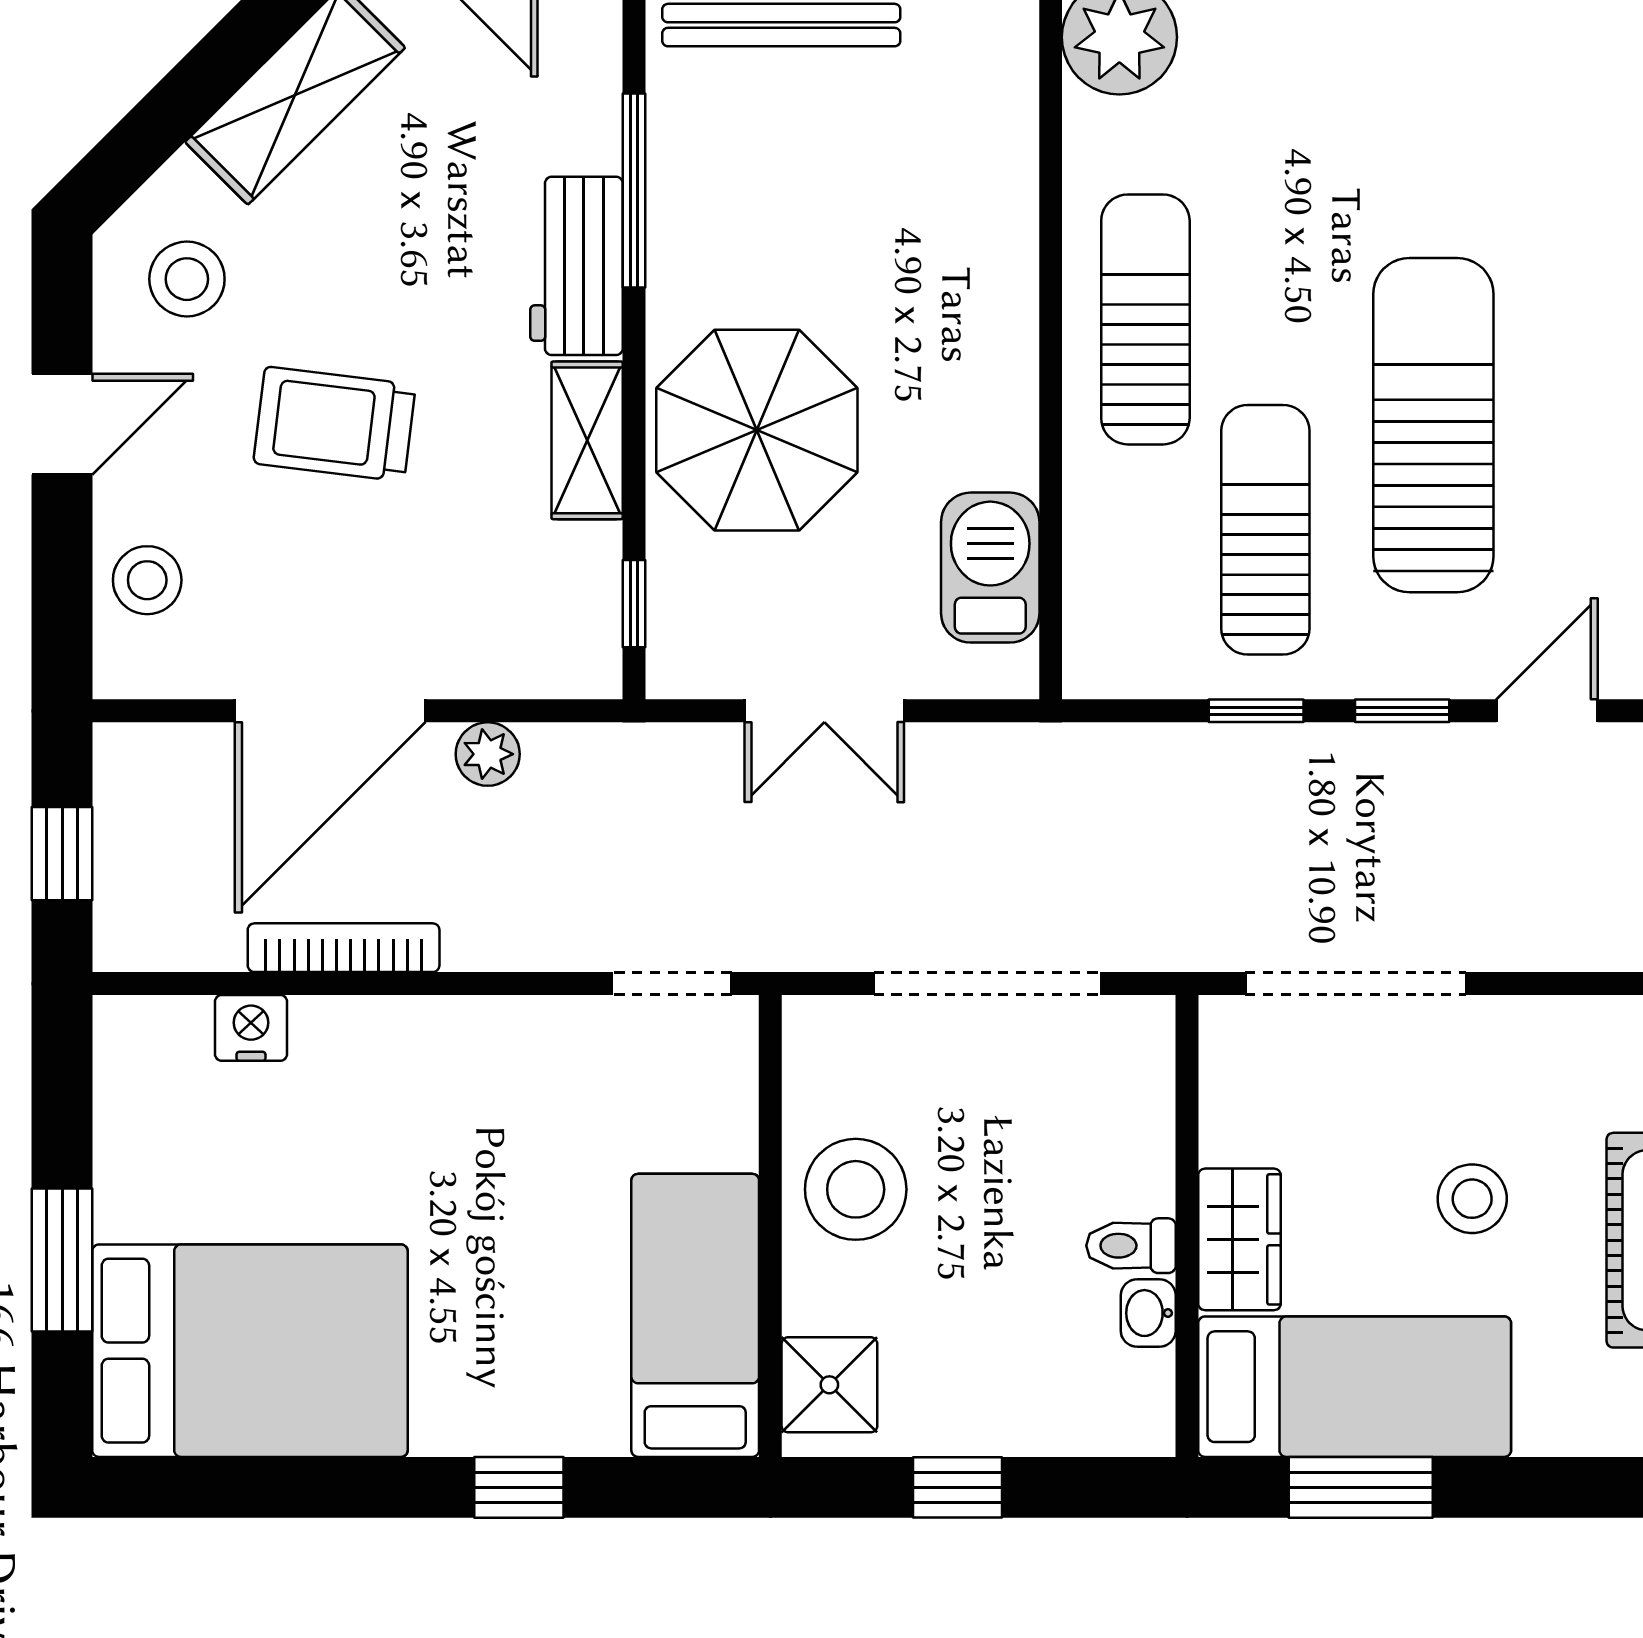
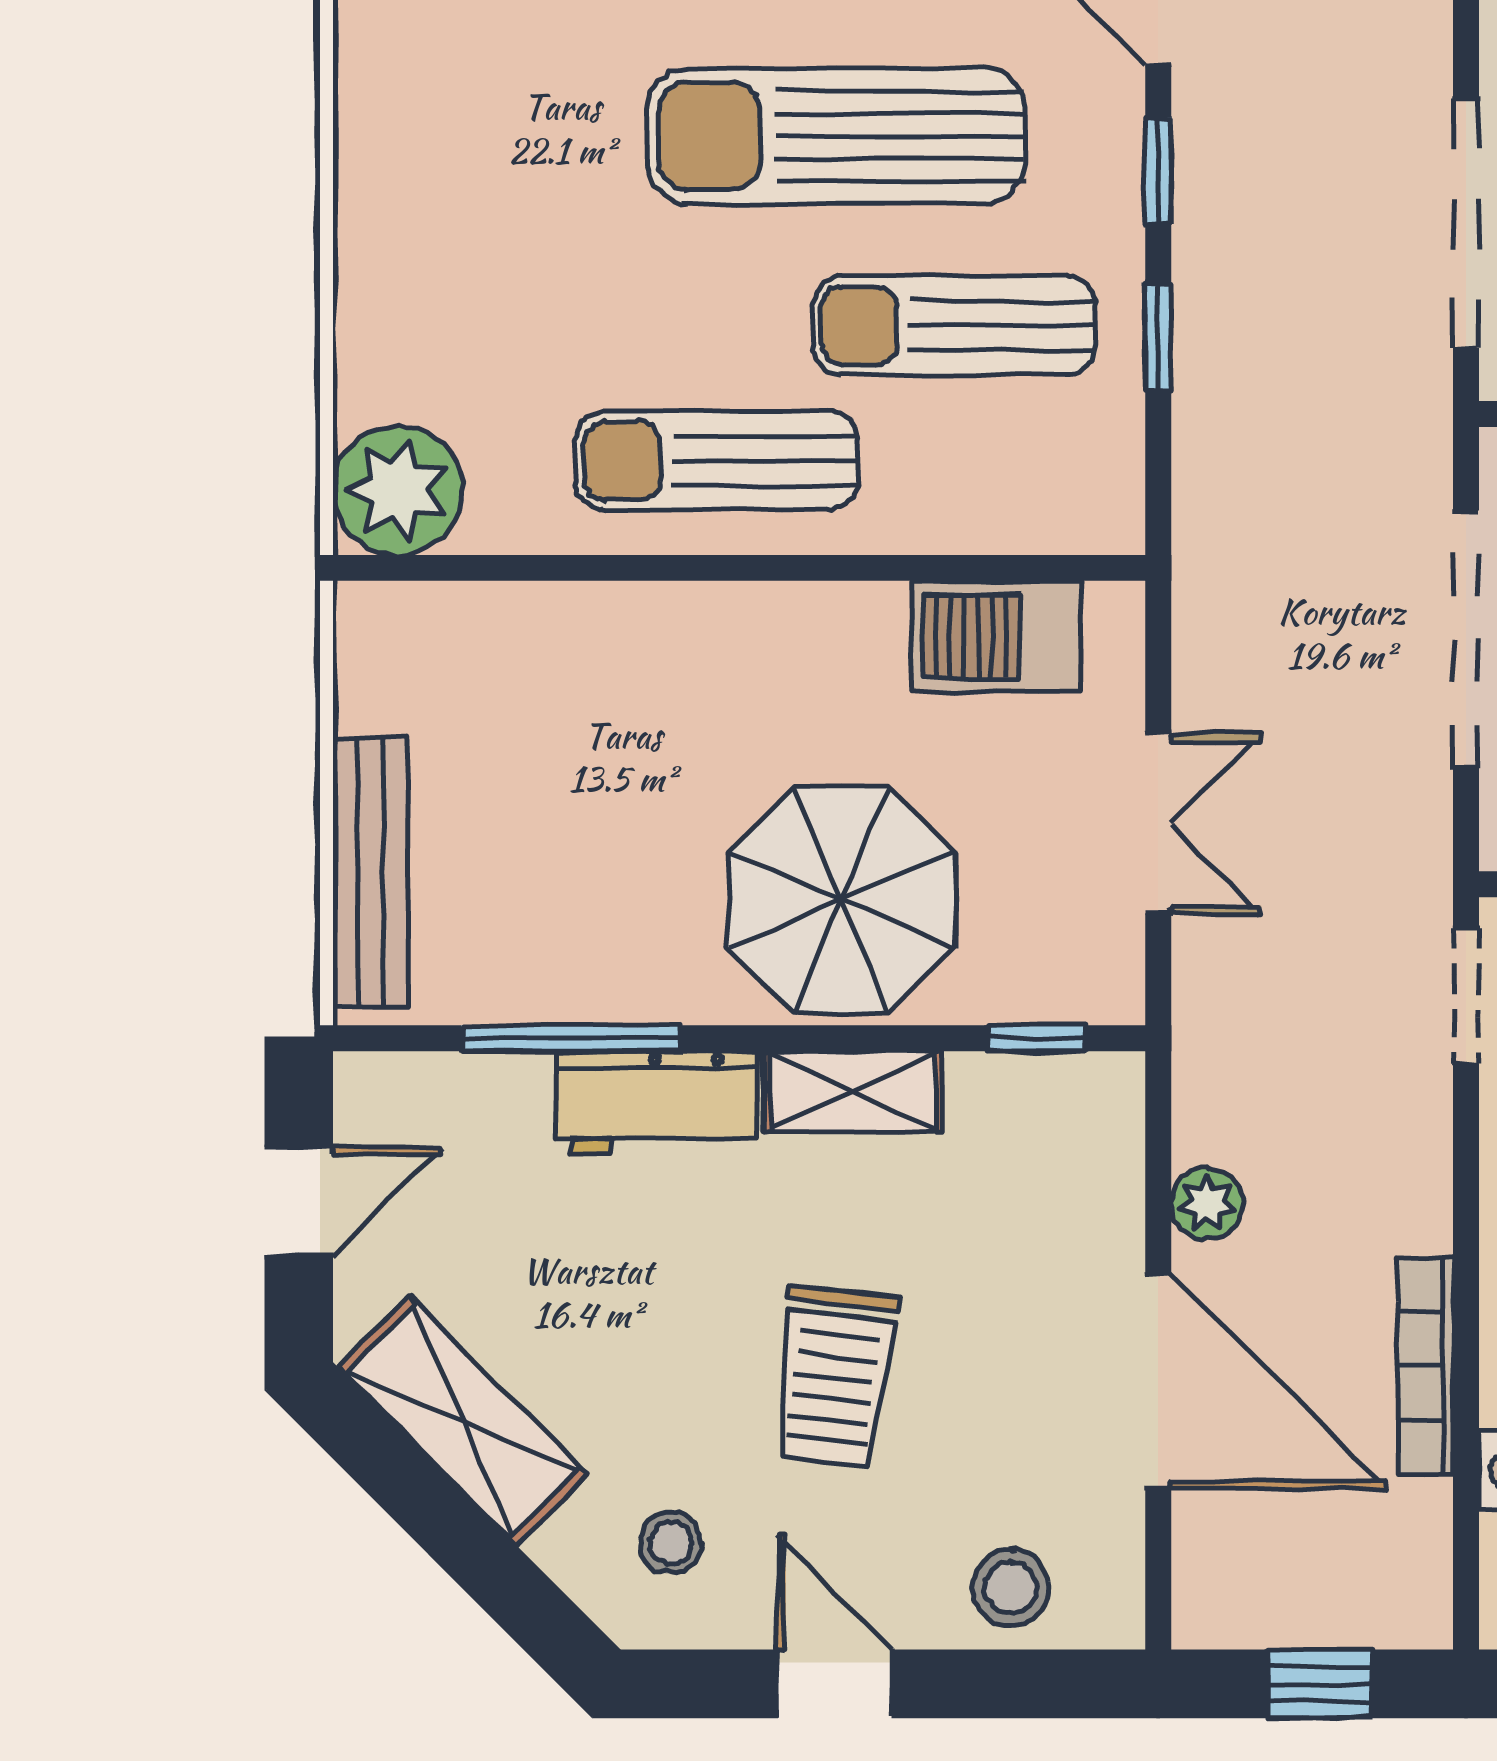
stool: (187, 279) -> (671, 1543), width x0.73, depth x0.73

